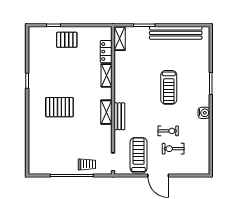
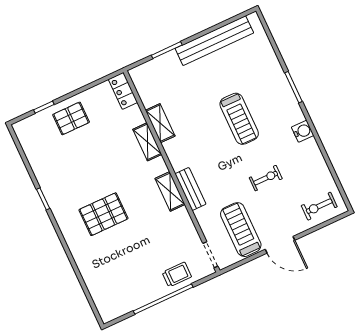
shelving: (120, 38) -> (160, 123), moved
locker: (106, 52) -> (123, 91), moved
exercise bike: (173, 149) -> (319, 206), moved

